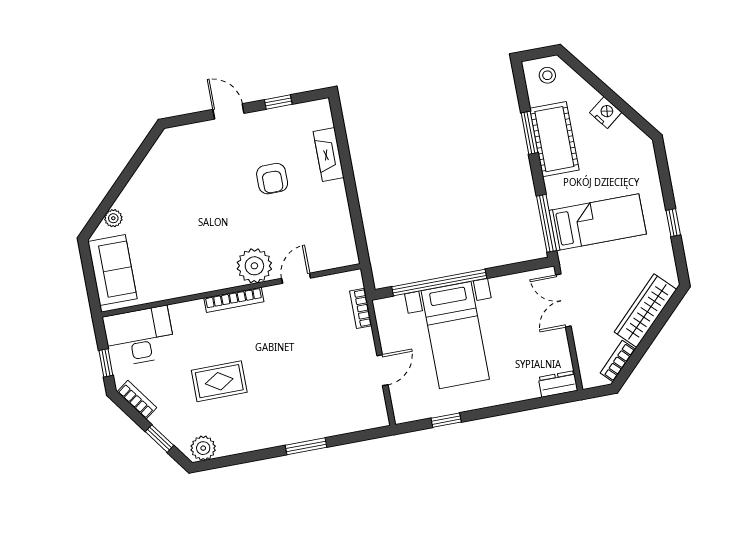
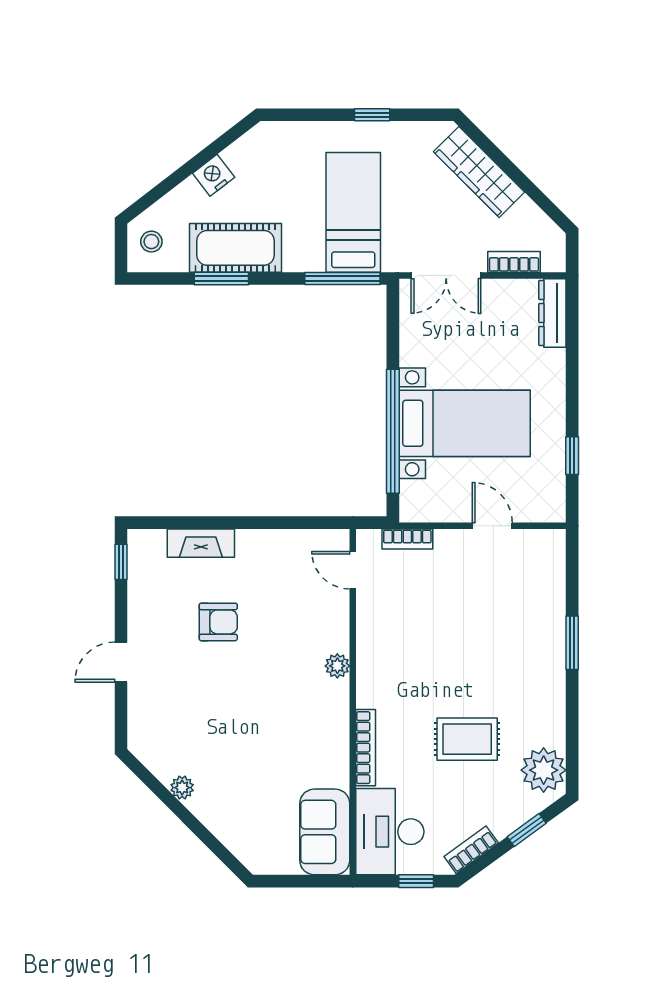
window: (278, 102) -> (121, 562), moved
plant: (113, 218) -> (182, 788), moved
plant: (254, 266) -> (337, 666), width x0.53, depth x0.53
sofa: (113, 270) -> (325, 832), moved, turned -90
door: (296, 278) -> (353, 570), moved
bookcase: (234, 300) -> (366, 748), moved
bookcase: (618, 361) -> (514, 262), moved, turned 135
rug: (219, 381) -> (467, 739), turned 90
dresser: (558, 384) -> (552, 313), width x1.44
plant: (203, 448) -> (544, 770), width x1.36, depth x1.36

